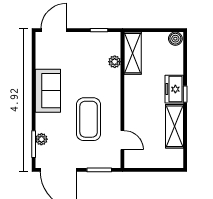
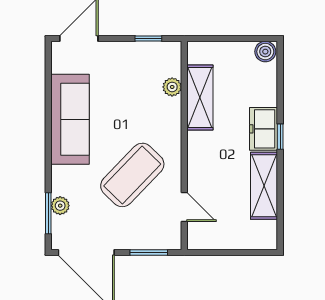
shelving: (133, 53) -> (200, 98), moved
sofa: (48, 91) -> (70, 119), width x1.36
coffee table: (89, 119) -> (132, 175), turned 44

